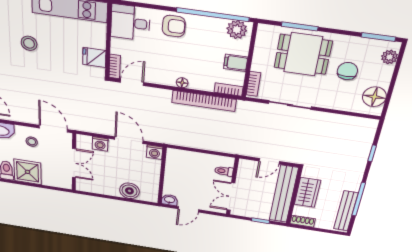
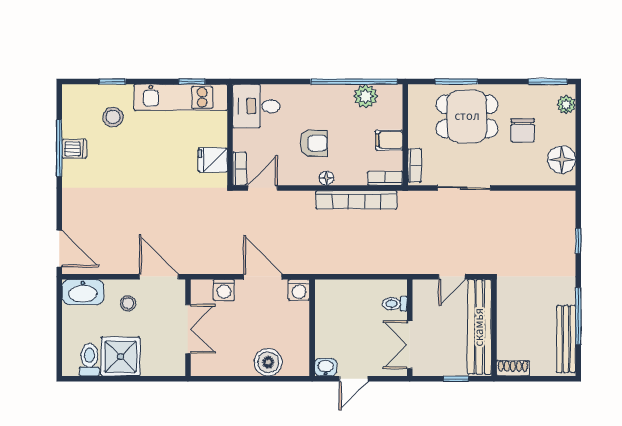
armchair: (174, 26) -> (314, 143), moved
plant: (237, 30) -> (366, 96), moved
stool: (29, 43) -> (113, 117), moved
chair: (347, 71) -> (523, 130), turned 180
wardrobe: (307, 192) -> (510, 318), removed

